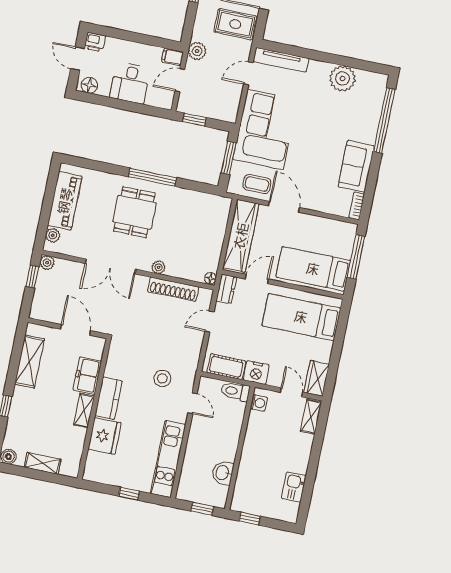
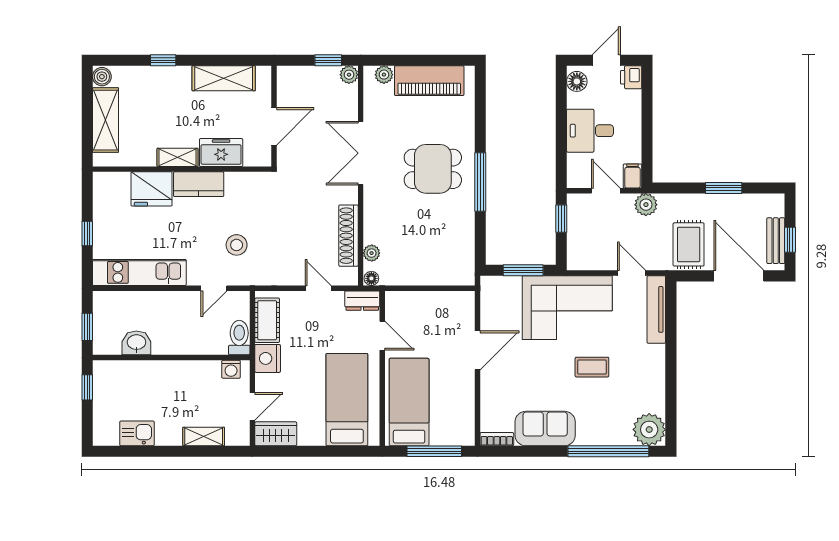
plant: (342, 79) -> (649, 430), moved
coffee table: (257, 184) -> (592, 367), moved, turned 90
wardrobe: (241, 236) -> (431, 305), removed
plant: (159, 267) -> (372, 253), moved
shelving: (311, 417) -> (204, 437), moved
shelving: (43, 463) -> (106, 120), width x1.50, depth x1.33

